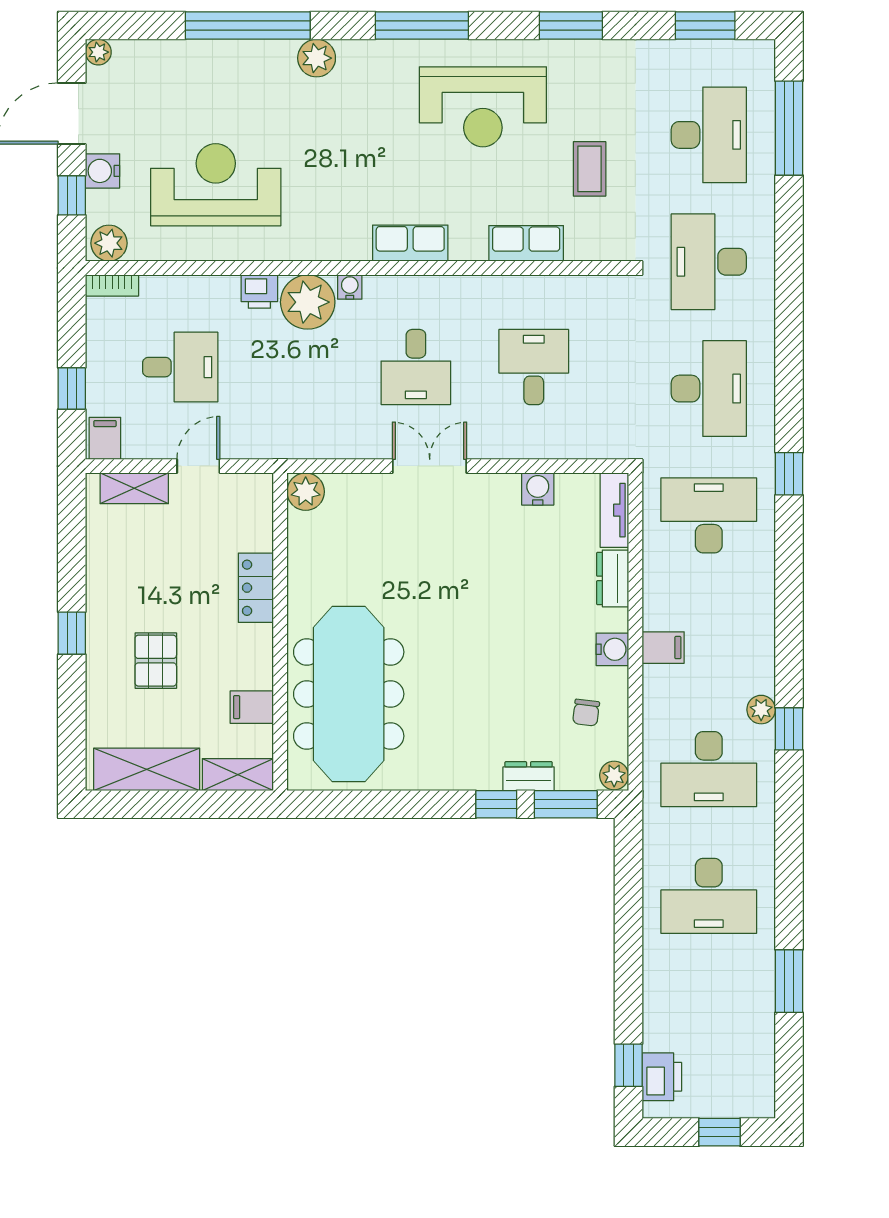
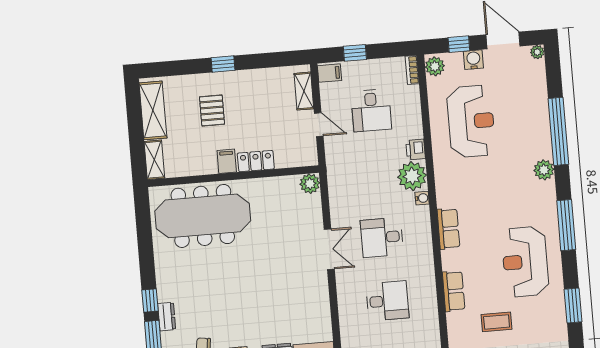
water cooler: (538, 489) -> (322, 309), removed
pallet: (156, 661) -> (212, 110), turned 90
filing cabinet: (252, 707) -> (227, 161), moved

